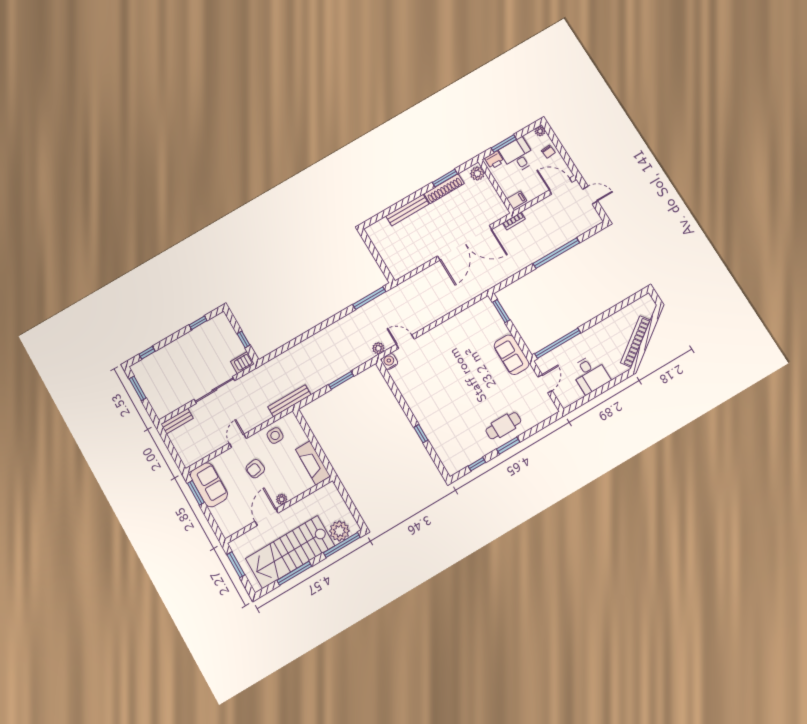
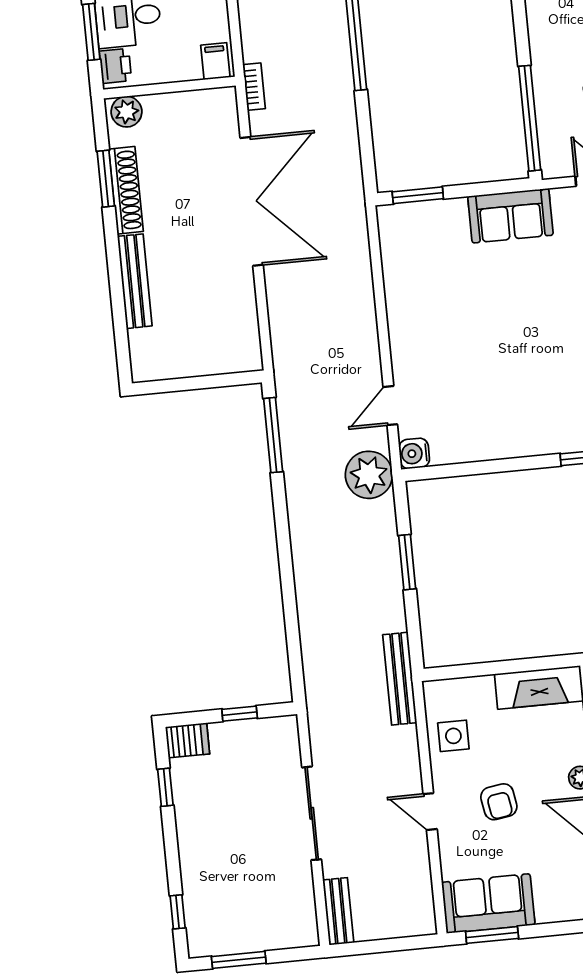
plant: (378, 348) -> (369, 475), width x1.88, depth x1.88
server rack: (242, 363) -> (187, 740), moved, turned -90

